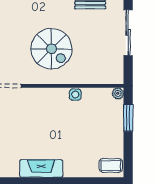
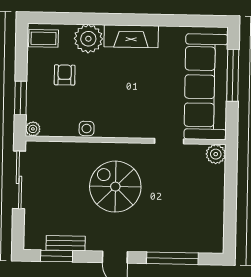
sliding door: (128, 33) -> (19, 180), moved
armchair: (94, 137) -> (65, 75), added
plant: (75, 166) -> (88, 39), added

